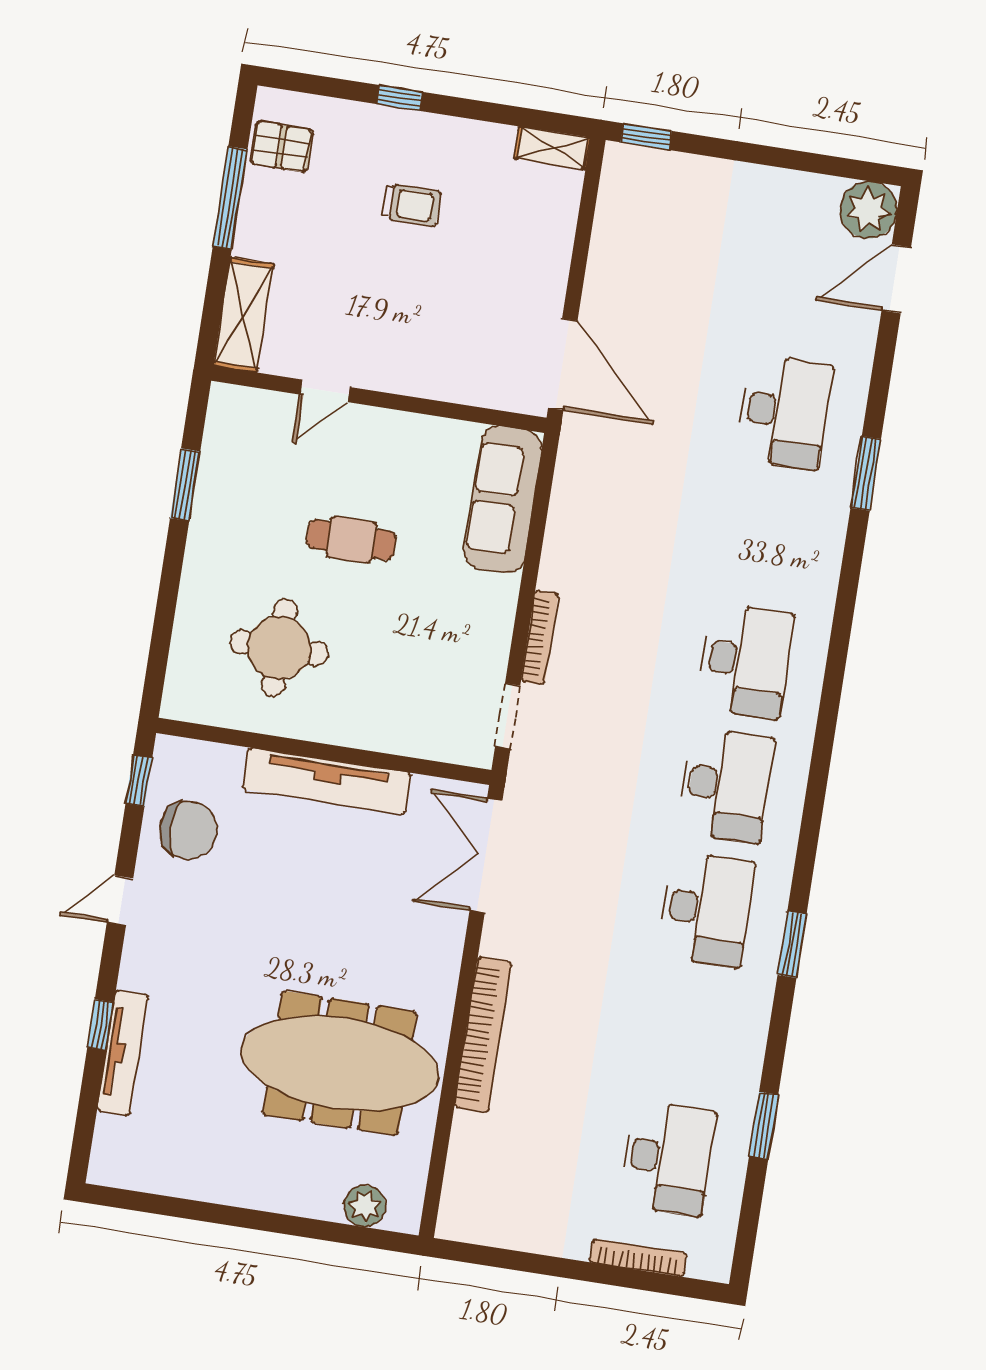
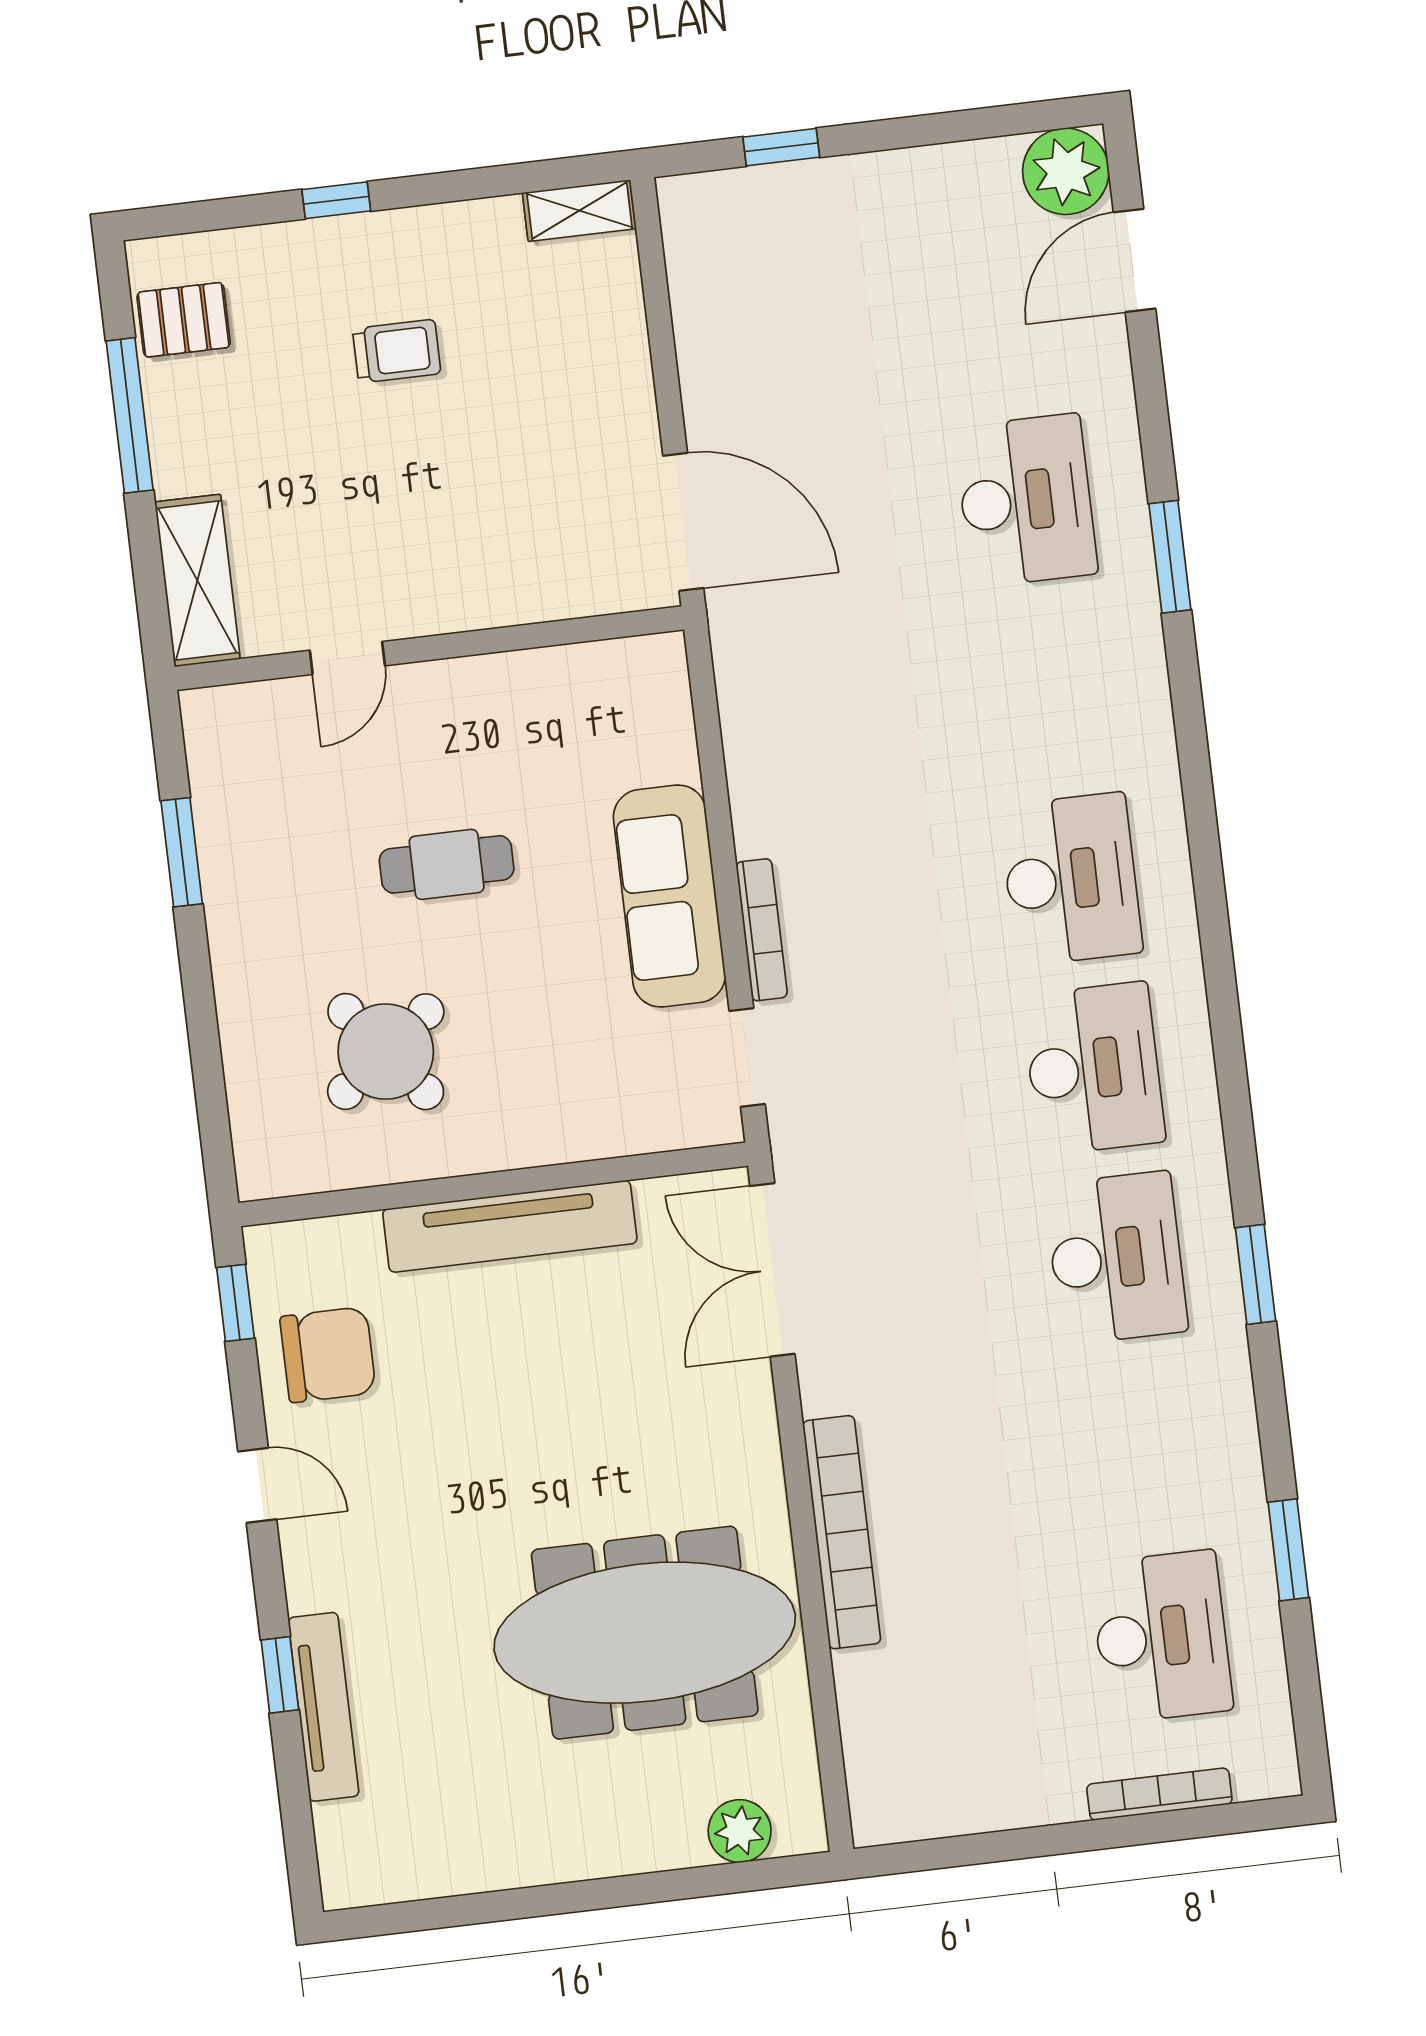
window: (646, 137) -> (781, 147), moved
sofa: (503, 499) -> (669, 896), moved
round table: (279, 648) -> (386, 1052), turned -38
door: (120, 900) -> (257, 1485), swing flipped

